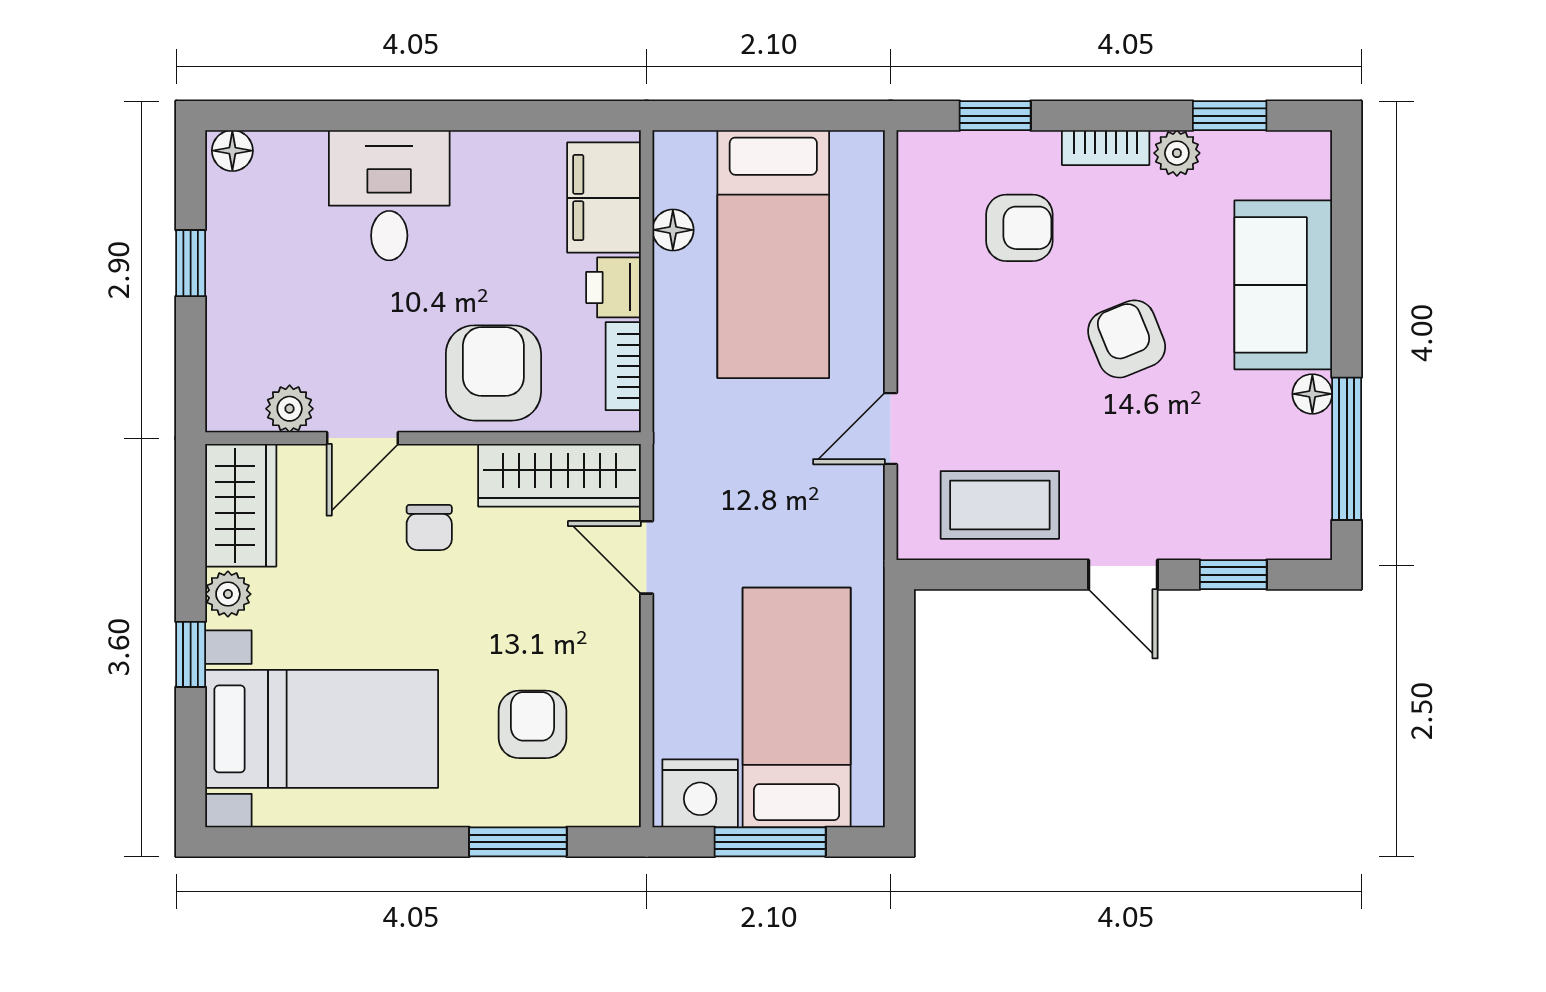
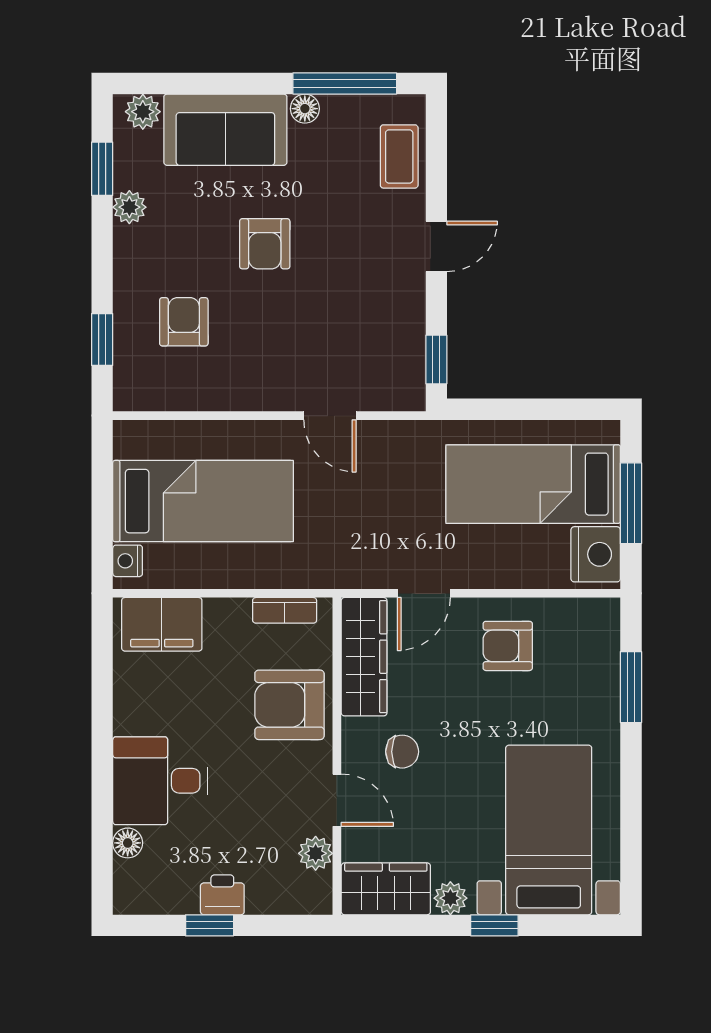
bookcase: (1106, 148) -> (125, 259), removed
floor lamp: (232, 151) -> (128, 843), moved
nightstand: (691, 151) -> (128, 561), added
plant: (1308, 171) -> (143, 112), added
floor lamp: (673, 230) -> (185, 574), removed
printer: (614, 287) -> (222, 895), moved, turned 180
armchair: (1127, 339) -> (265, 244), turned -68
coffee table: (1000, 505) -> (399, 156), moved, width x0.73, depth x0.77
window: (1233, 575) -> (436, 360), moved
armchair: (533, 724) -> (508, 646), moved

